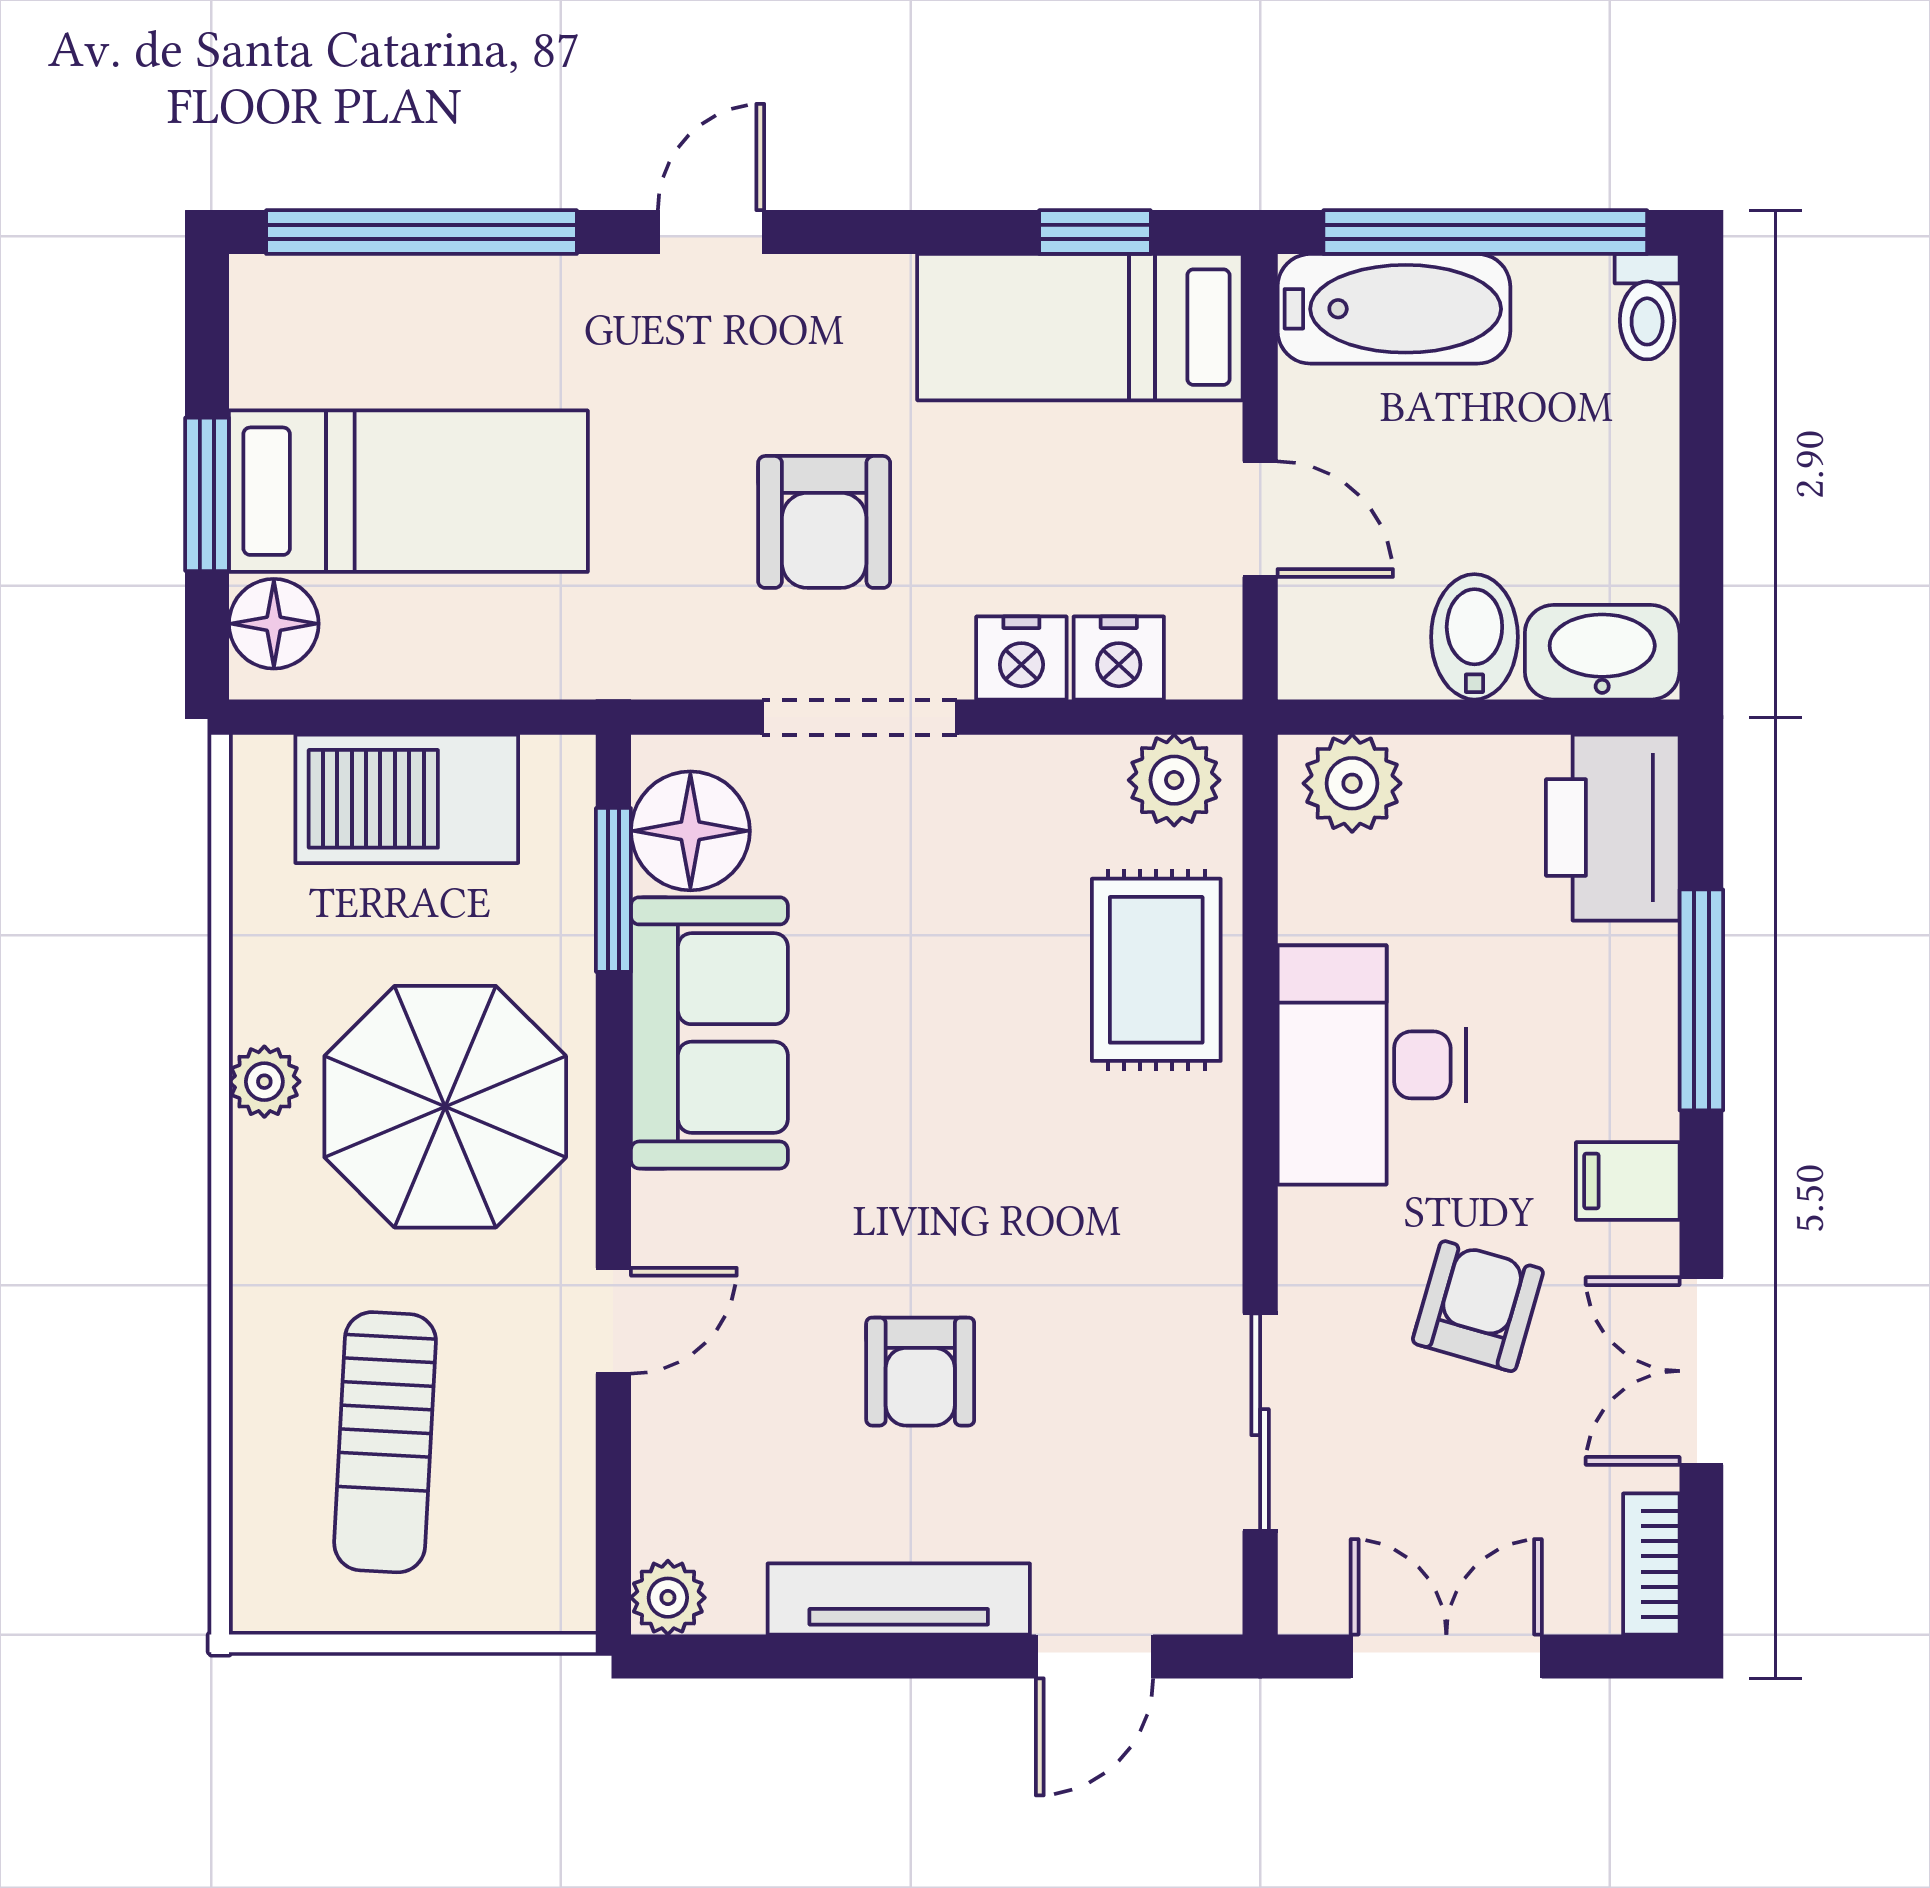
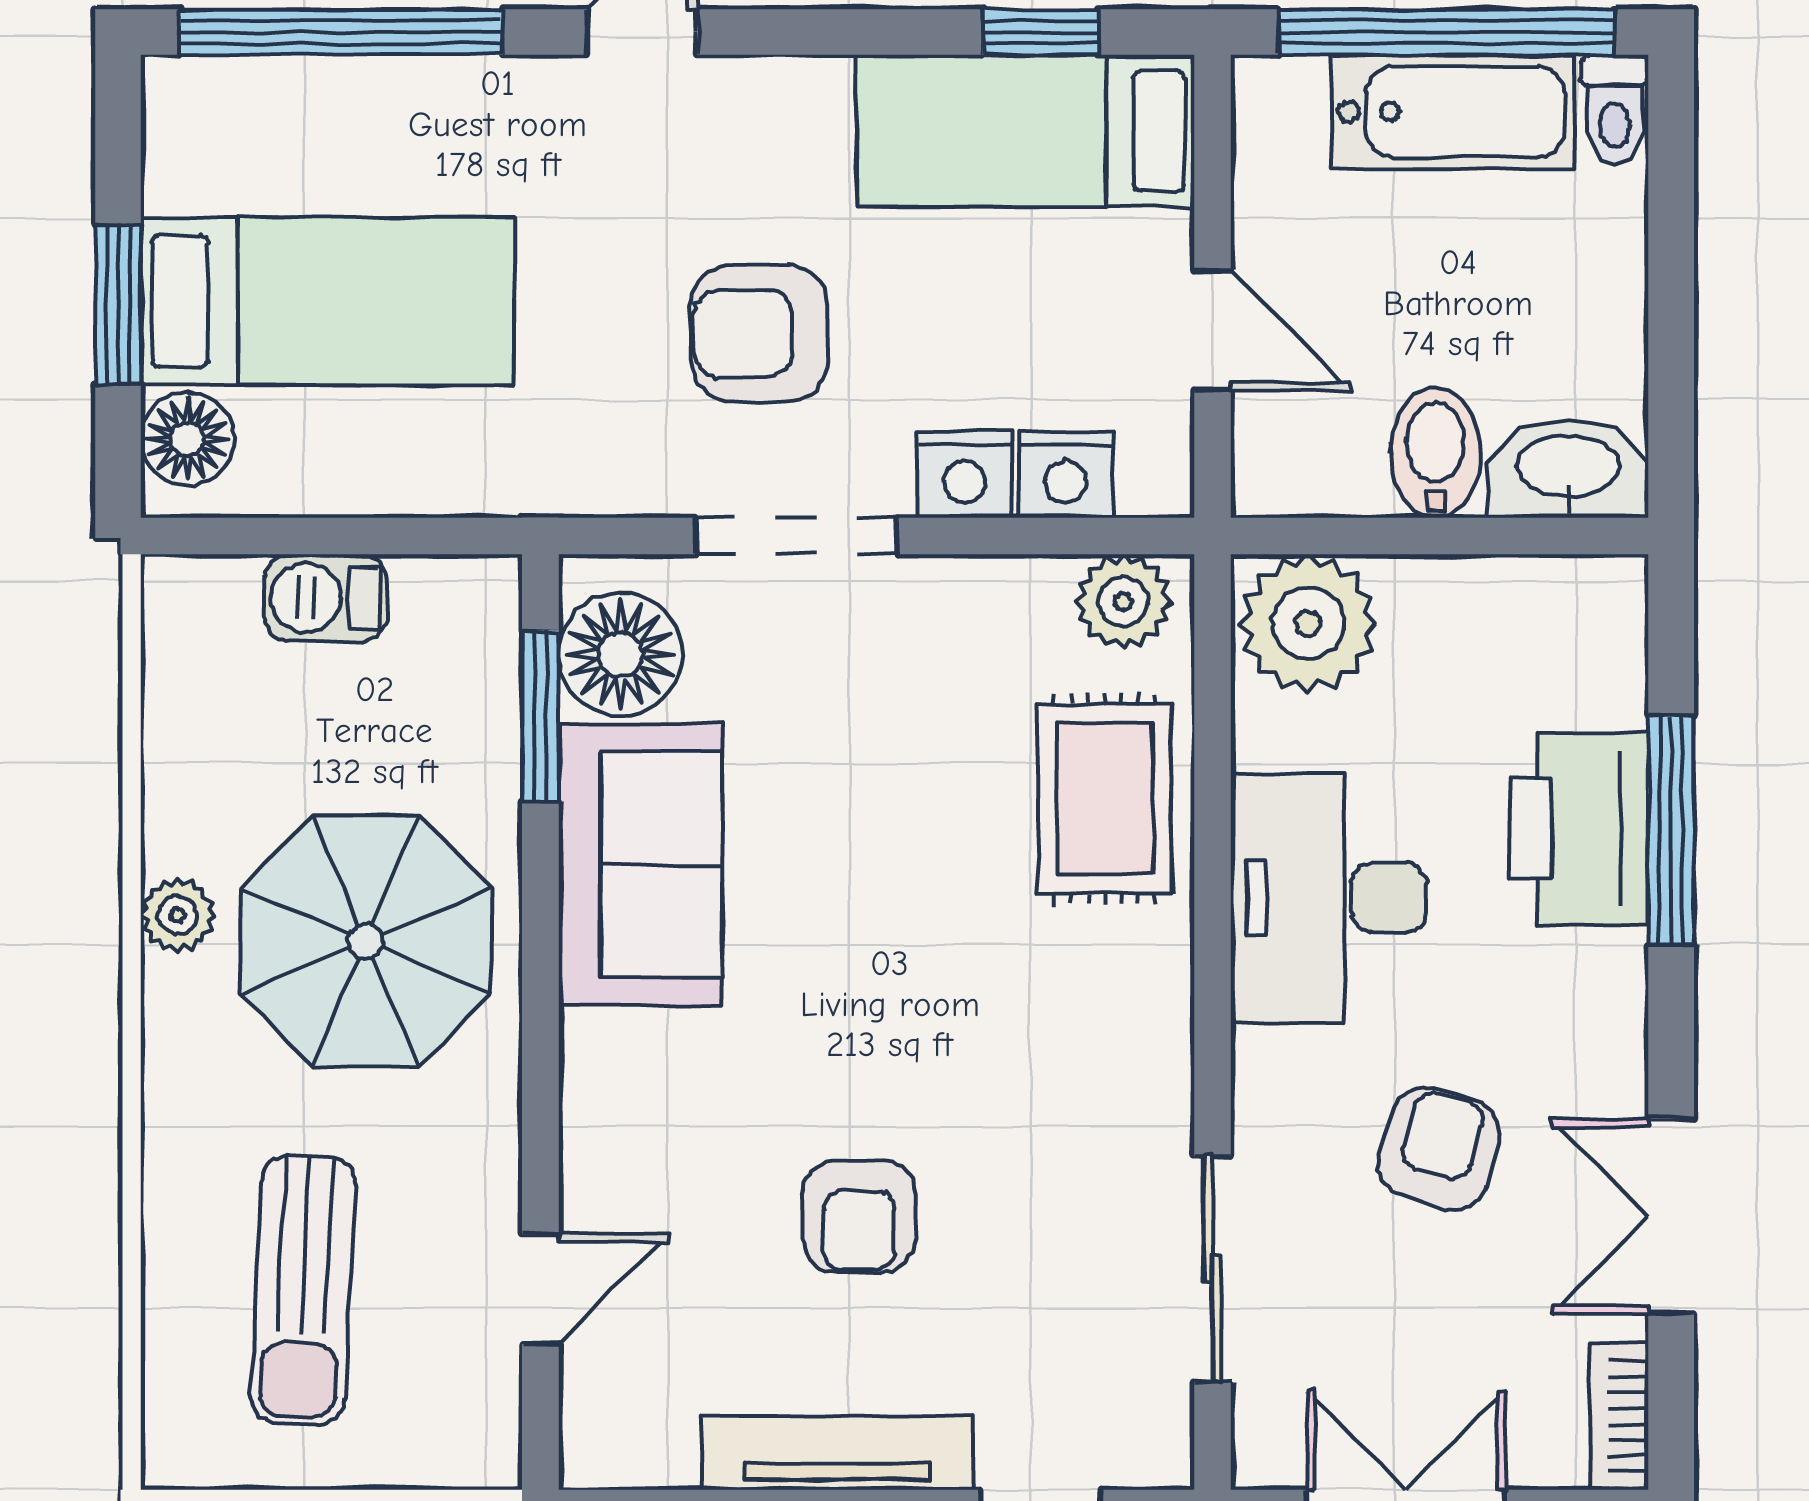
bathtub: (1394, 309) -> (1453, 112), moved
armchair: (824, 522) -> (759, 333), turned 90
plant: (1352, 783) -> (1308, 623), width x1.36, depth x1.36
barbecue: (407, 799) -> (326, 598), width x0.53, depth x0.65
printer: (1613, 828) -> (1579, 829), moved
filing cabinet: (1628, 1181) -> (1595, 1018), removed
door: (613, 1321) -> (540, 1289), moved
plant: (668, 1598) -> (597, 1451), removed

